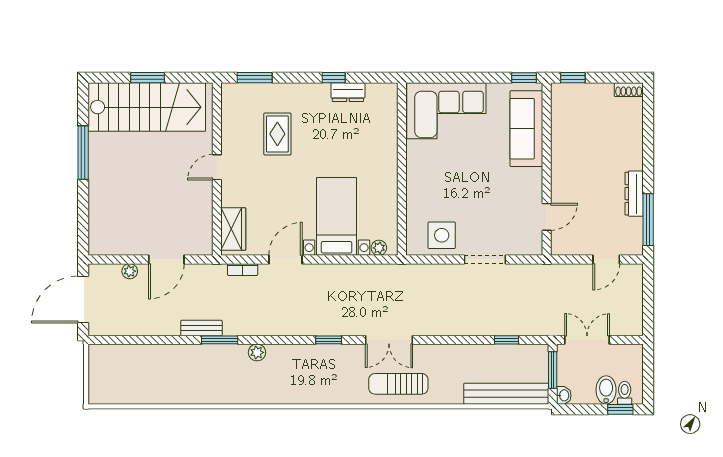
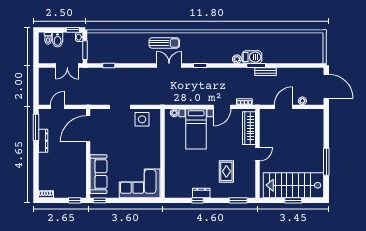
dresser: (348, 92) -> (201, 193), moved
door: (547, 217) -> (88, 129), width x1.87
wardrobe: (233, 229) -> (249, 128), width x1.50
door: (83, 300) -> (326, 86), hinge flipped
barbecue: (228, 356) -> (252, 57), added
bench: (506, 394) -> (109, 38), removed
window: (620, 409) -> (73, 30), moved

